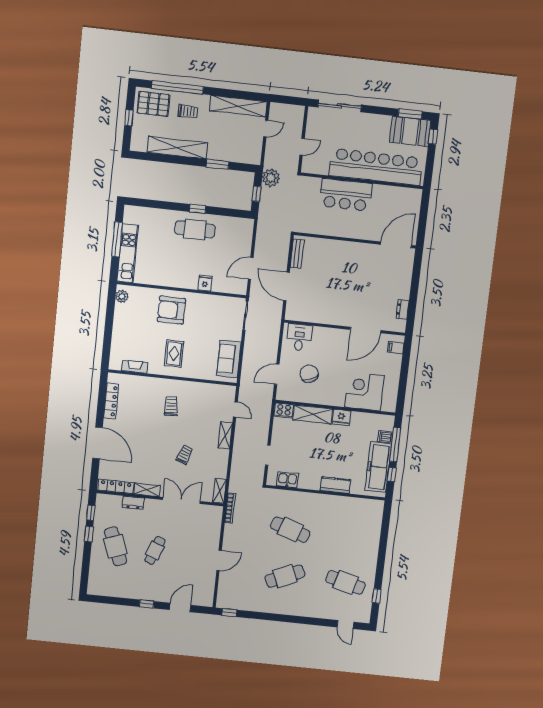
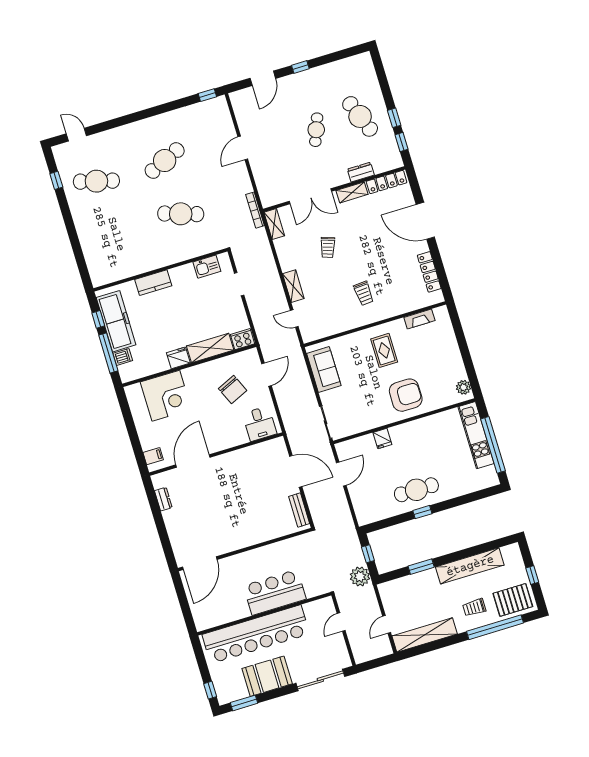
booth: (410, 131) -> (267, 676), moved
window: (117, 239) -> (493, 445), width x1.46

